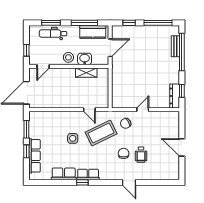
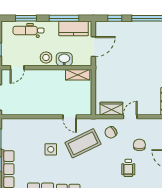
shelving: (86, 73) -> (78, 75), moved
wardrobe: (126, 102) -> (111, 109), added
chair: (124, 153) -> (139, 145), moved

